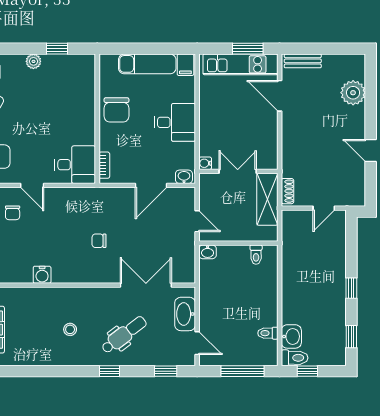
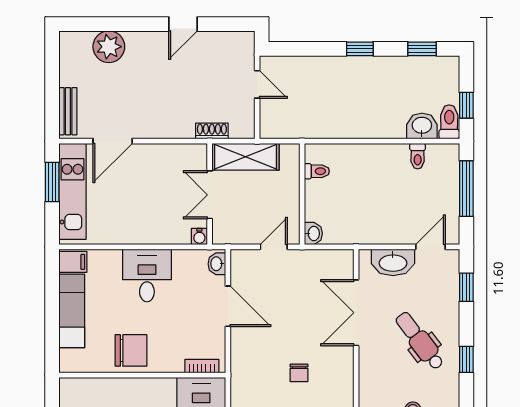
shoe rack: (287, 191) -> (212, 131), moved

